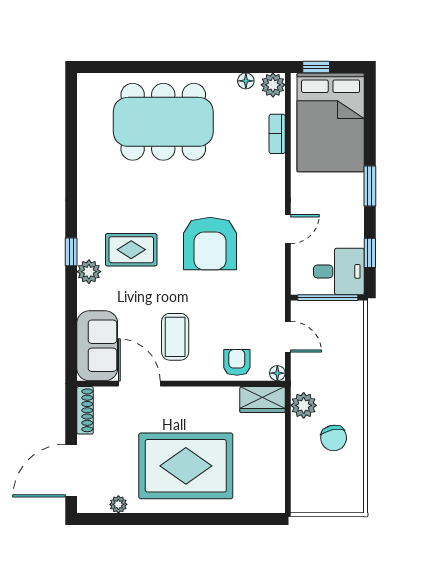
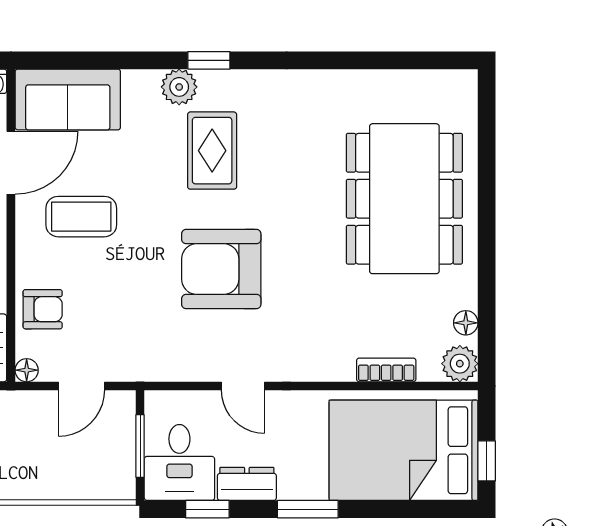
window: (316, 67) -> (487, 461), moved
dresser: (353, 227) -> (247, 484), added
window: (328, 298) -> (140, 446), width x0.69

